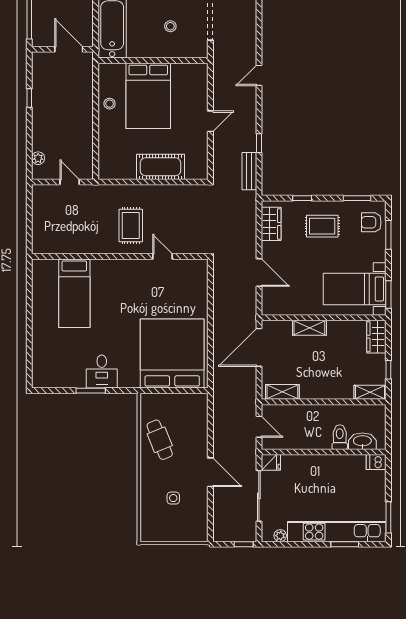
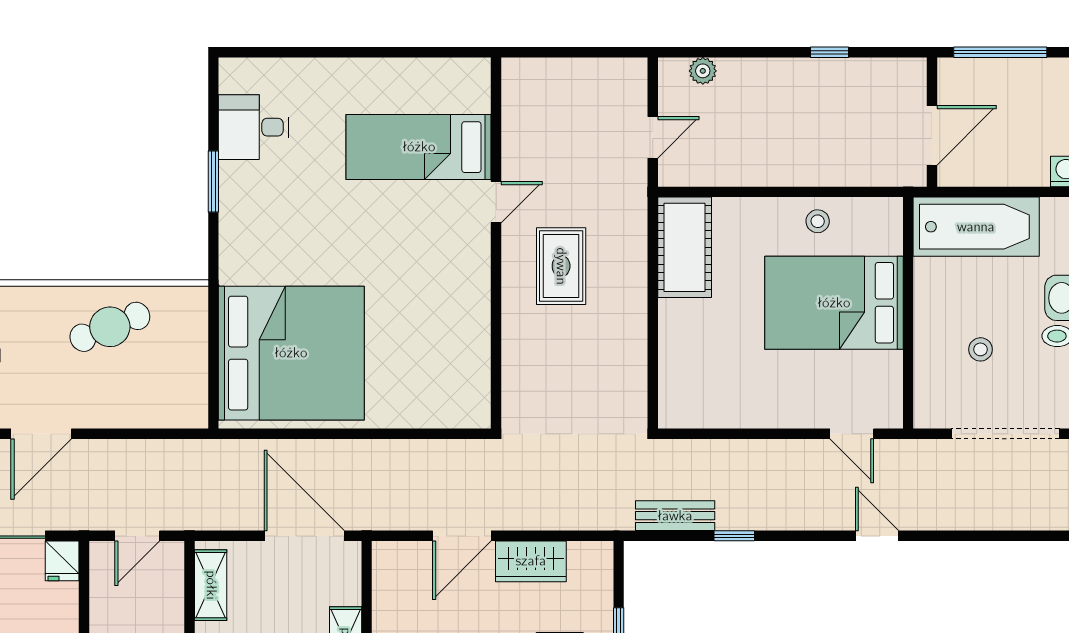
door: (210, 121) -> (852, 434), moved
cot: (160, 167) -> (685, 247), moved
wardrobe: (271, 224) -> (531, 561), moved
rug: (131, 225) -> (561, 266), turned 90
door: (163, 256) -> (496, 202), moved
desk: (102, 371) -> (254, 127), moved

